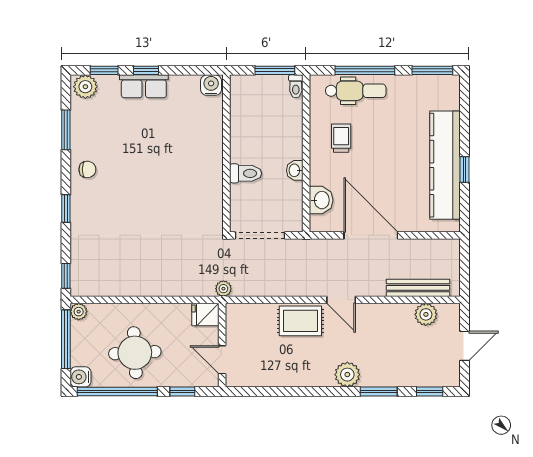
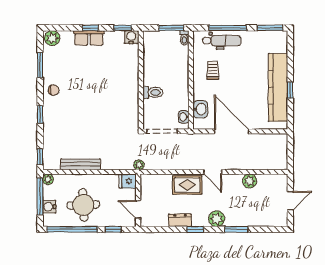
window: (104, 70) -> (123, 28), moved
washbasin: (295, 170) -> (184, 117), moved
bench: (418, 288) -> (80, 164), moved
plant: (426, 314) -> (250, 181), moved
water cooler: (81, 377) -> (49, 207), moved
dresser: (289, 377) -> (180, 220), added
window: (430, 392) -> (195, 229), moved

